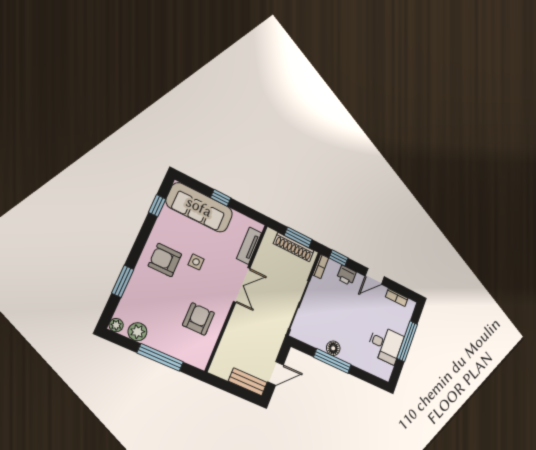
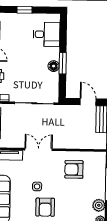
window: (407, 341) -> (24, 10), width x0.46
desk: (385, 344) -> (46, 34), moved, turned 90
window: (332, 361) -> (63, 63), width x0.69

